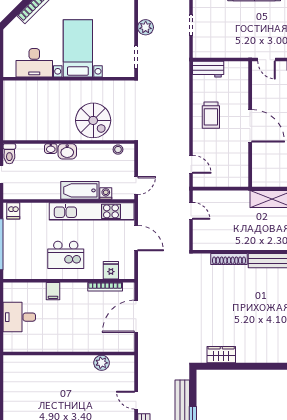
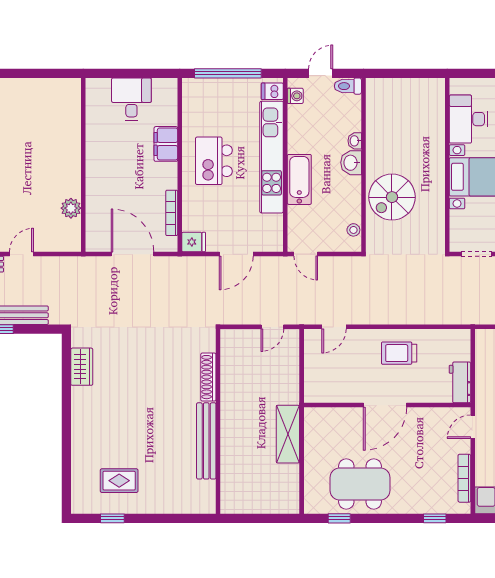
workbench: (208, 69) -> (460, 382), moved
washing machine: (106, 193) -> (295, 96), moved
kitchen unit: (92, 211) -> (272, 157), moved
fridge: (111, 270) -> (194, 242), moved
filing cabinet: (53, 291) -> (166, 144), width x2.00

